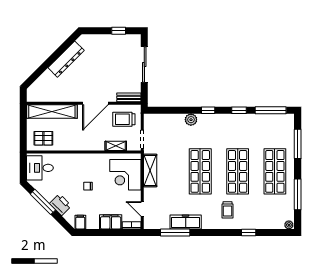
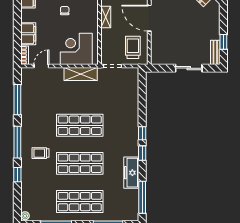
sliding door: (144, 65) -> (189, 68), width x0.73
bench: (129, 97) -> (215, 52), moved
window: (239, 110) -> (142, 153), moved
plant: (191, 120) -> (133, 116), removed
shelving: (116, 146) -> (106, 17), moved
freezer: (186, 222) -> (131, 173), moved, turned 180
window: (217, 233) -> (17, 142), added

